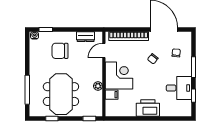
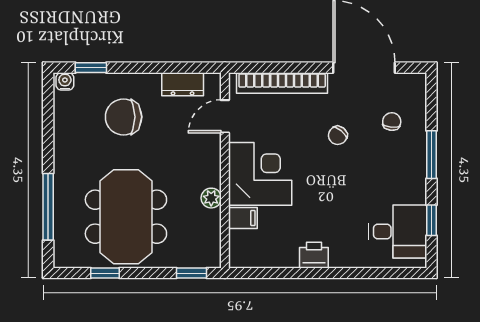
desk: (179, 88) -> (398, 231), moved
printer: (148, 108) -> (314, 255), width x0.53, depth x0.68

